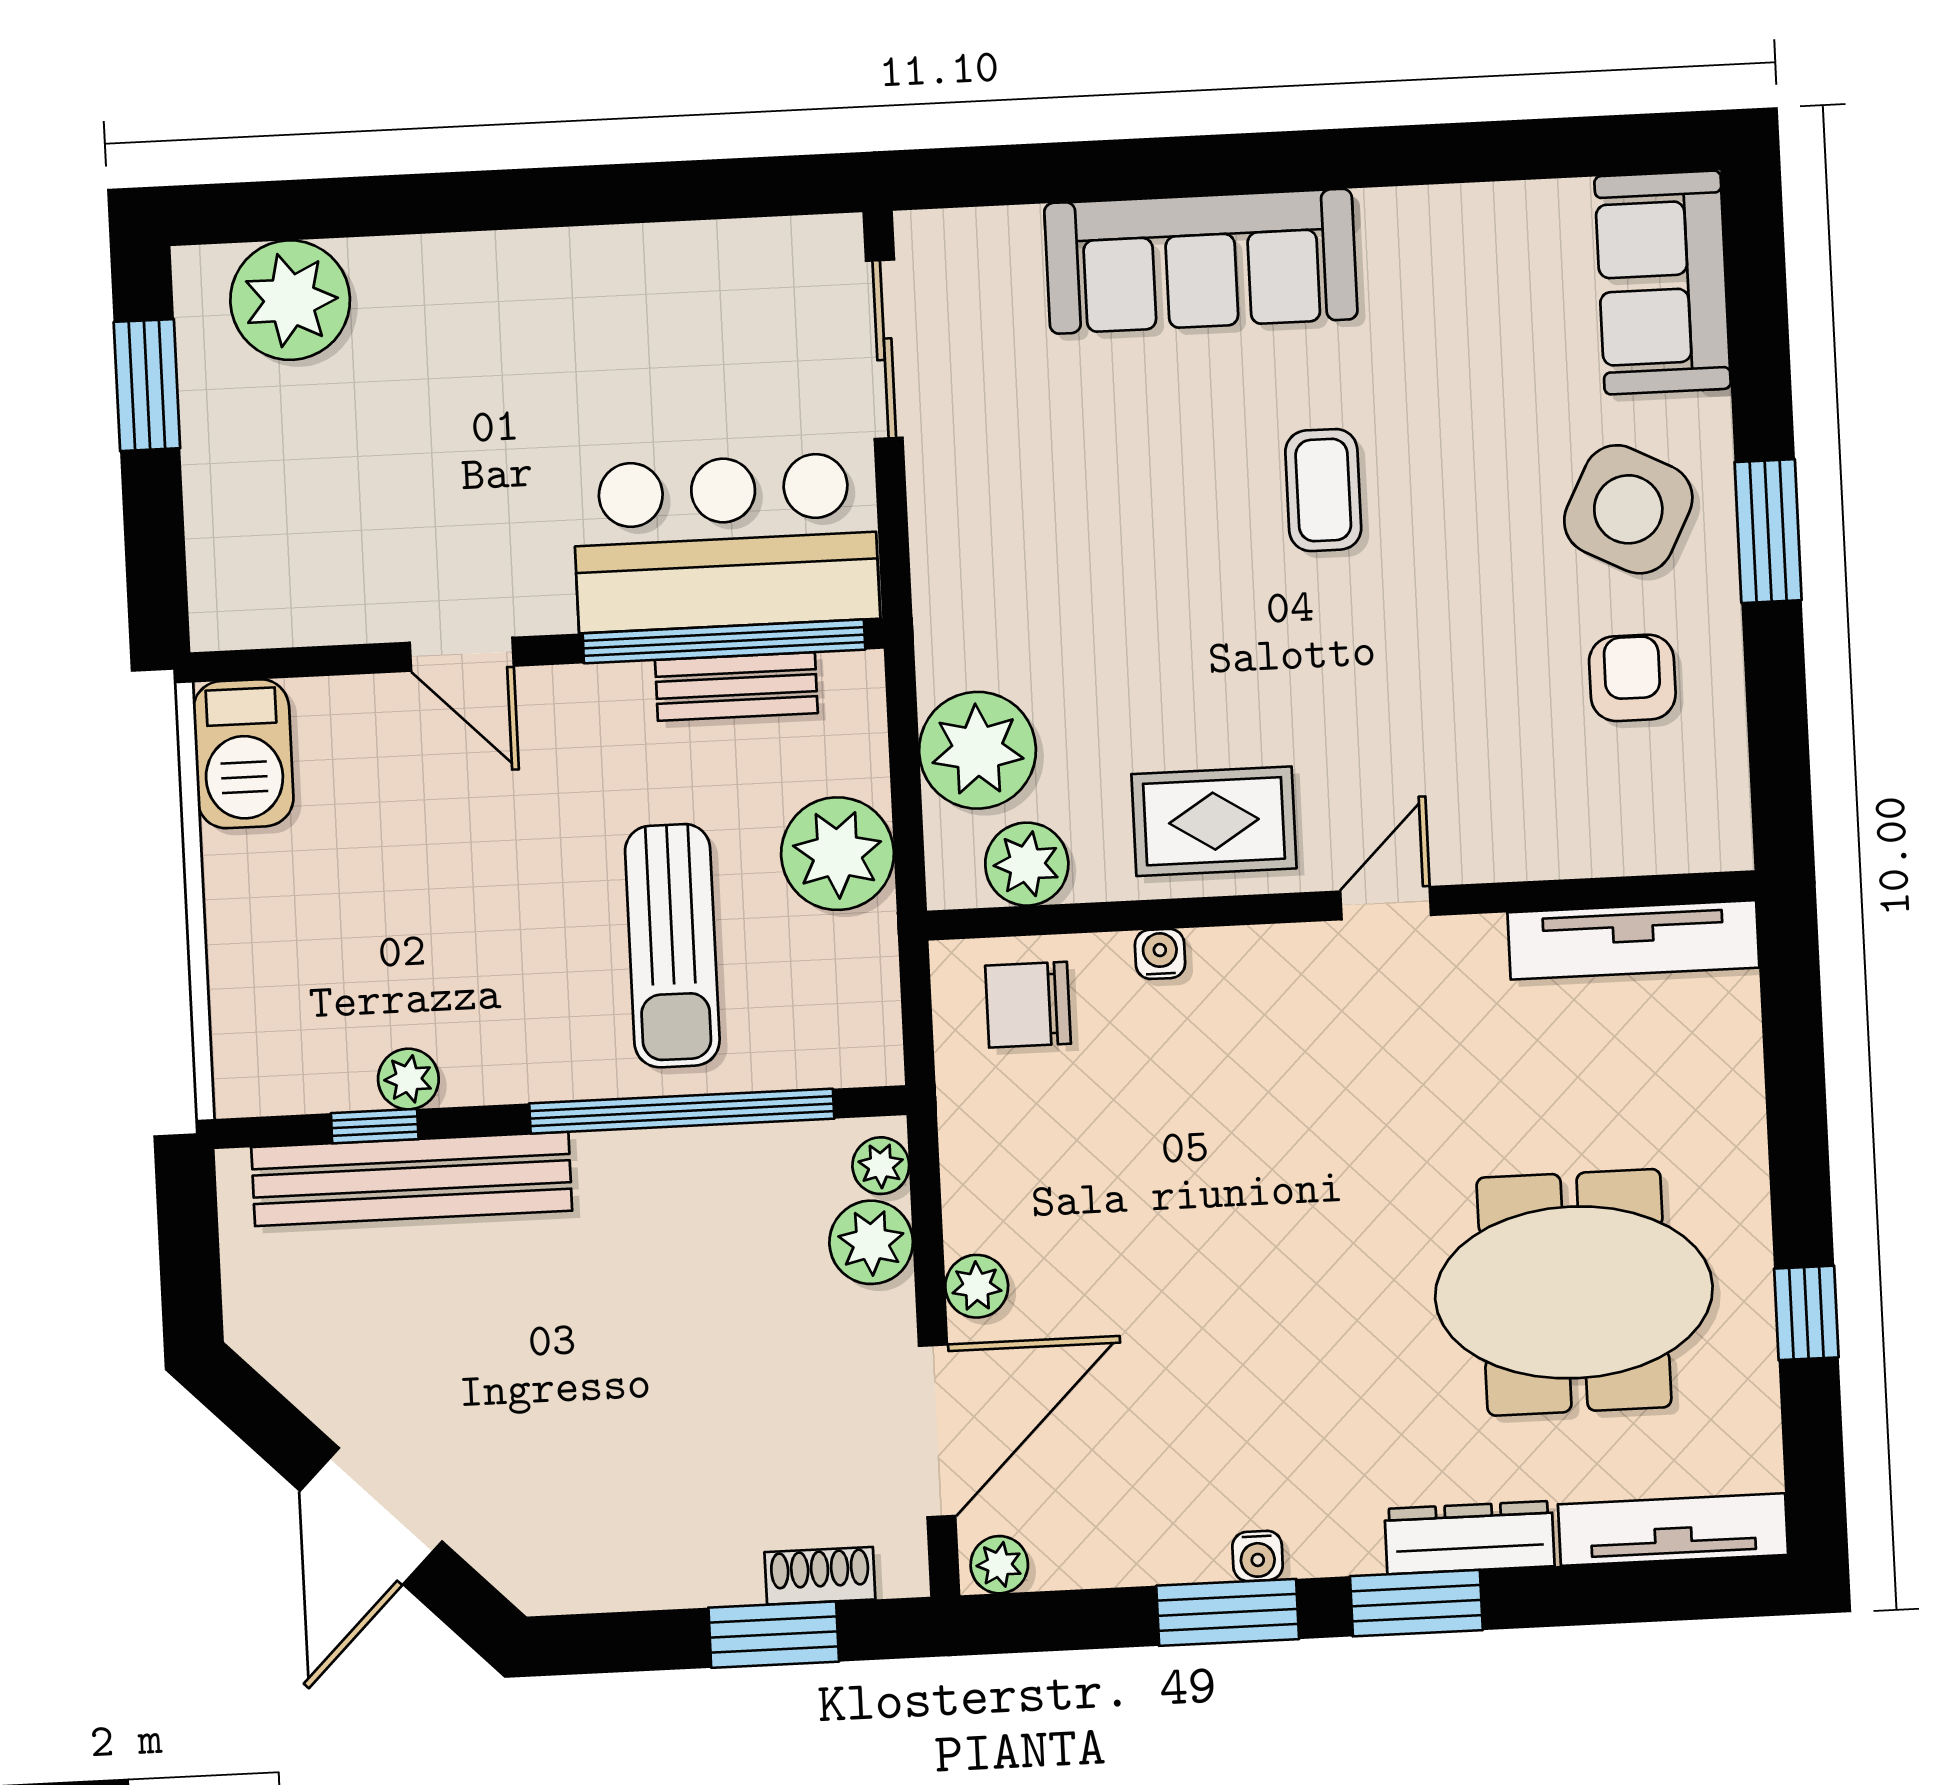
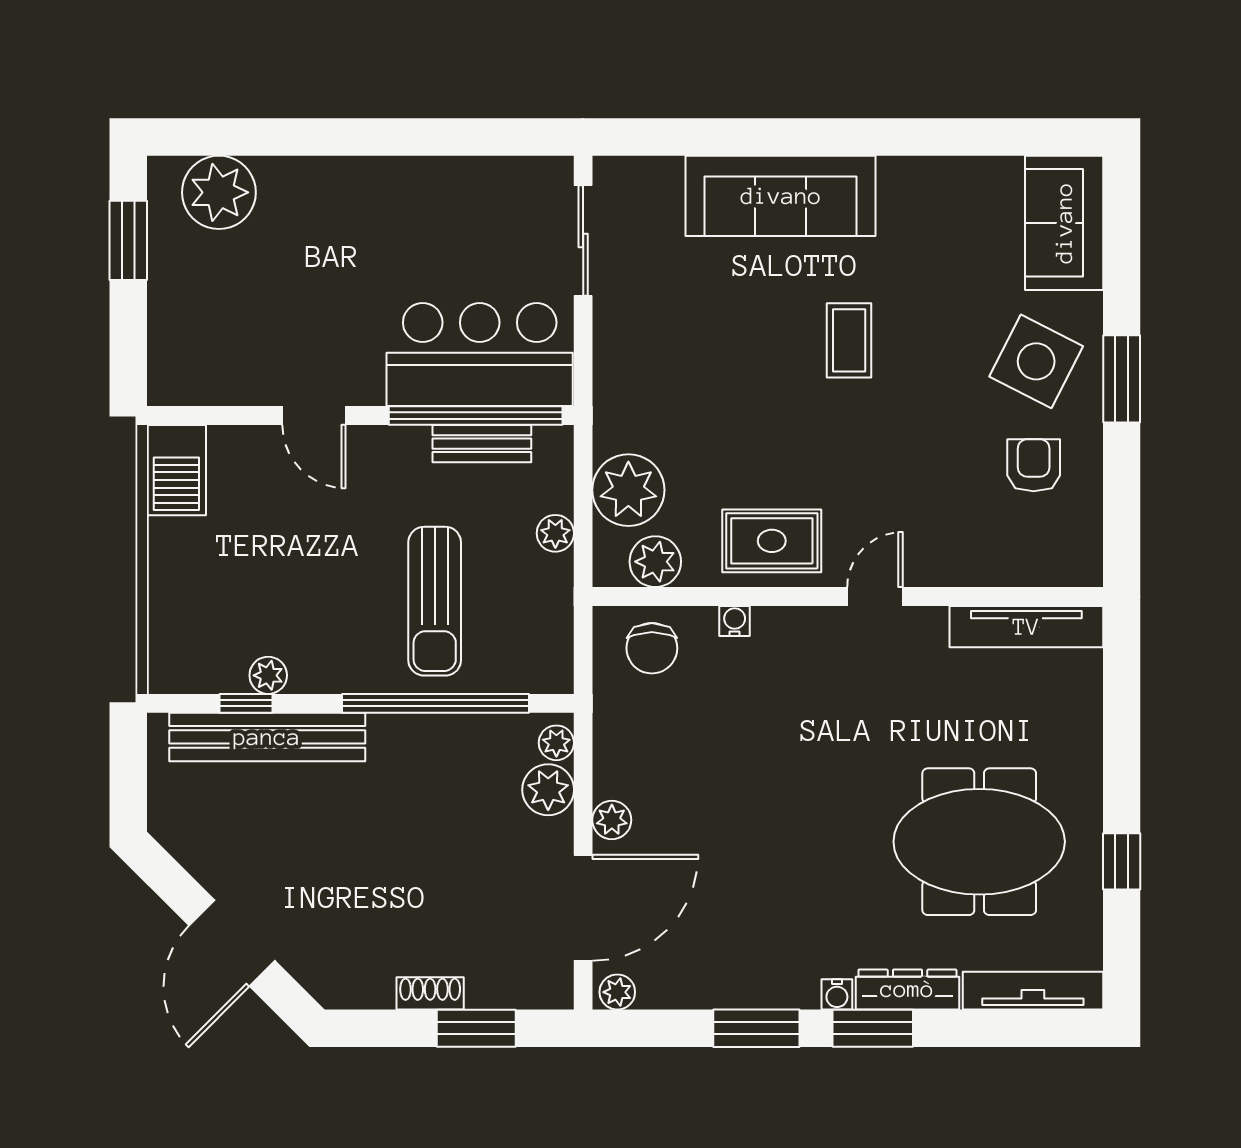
plant: (837, 854) -> (555, 533), width x0.53, depth x0.53
chair: (1028, 1005) -> (652, 648), turned -90
water cooler: (1258, 1556) -> (837, 994), moved
shoe rack: (820, 1576) -> (430, 993), moved

